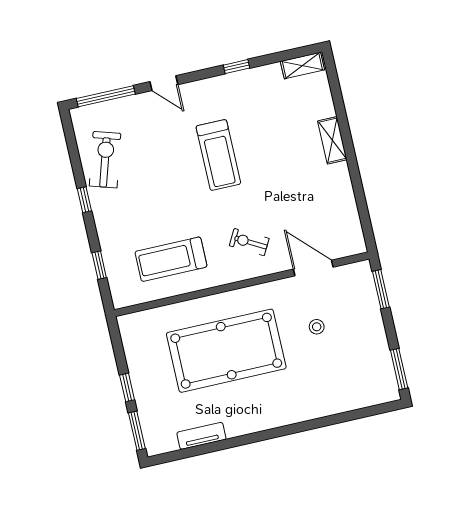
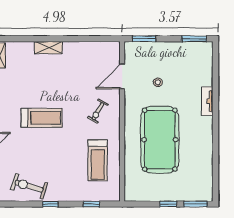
tv unit: (201, 436) -> (207, 101), moved

